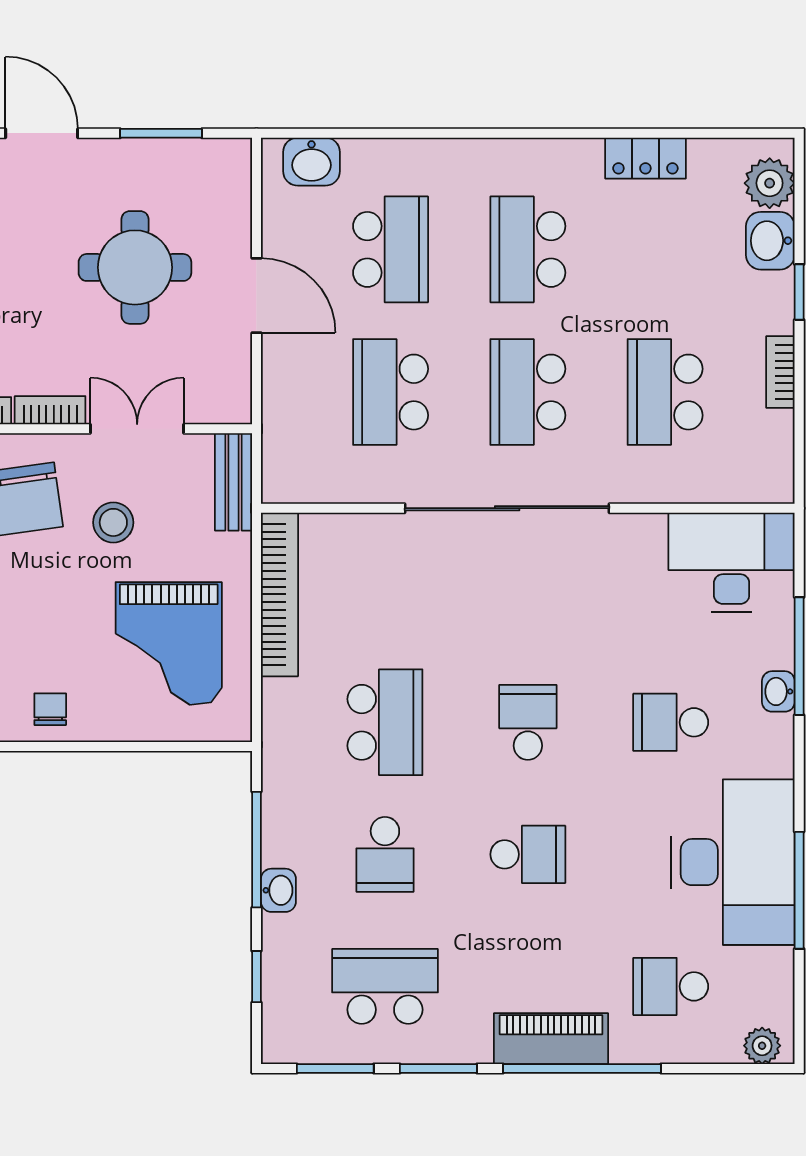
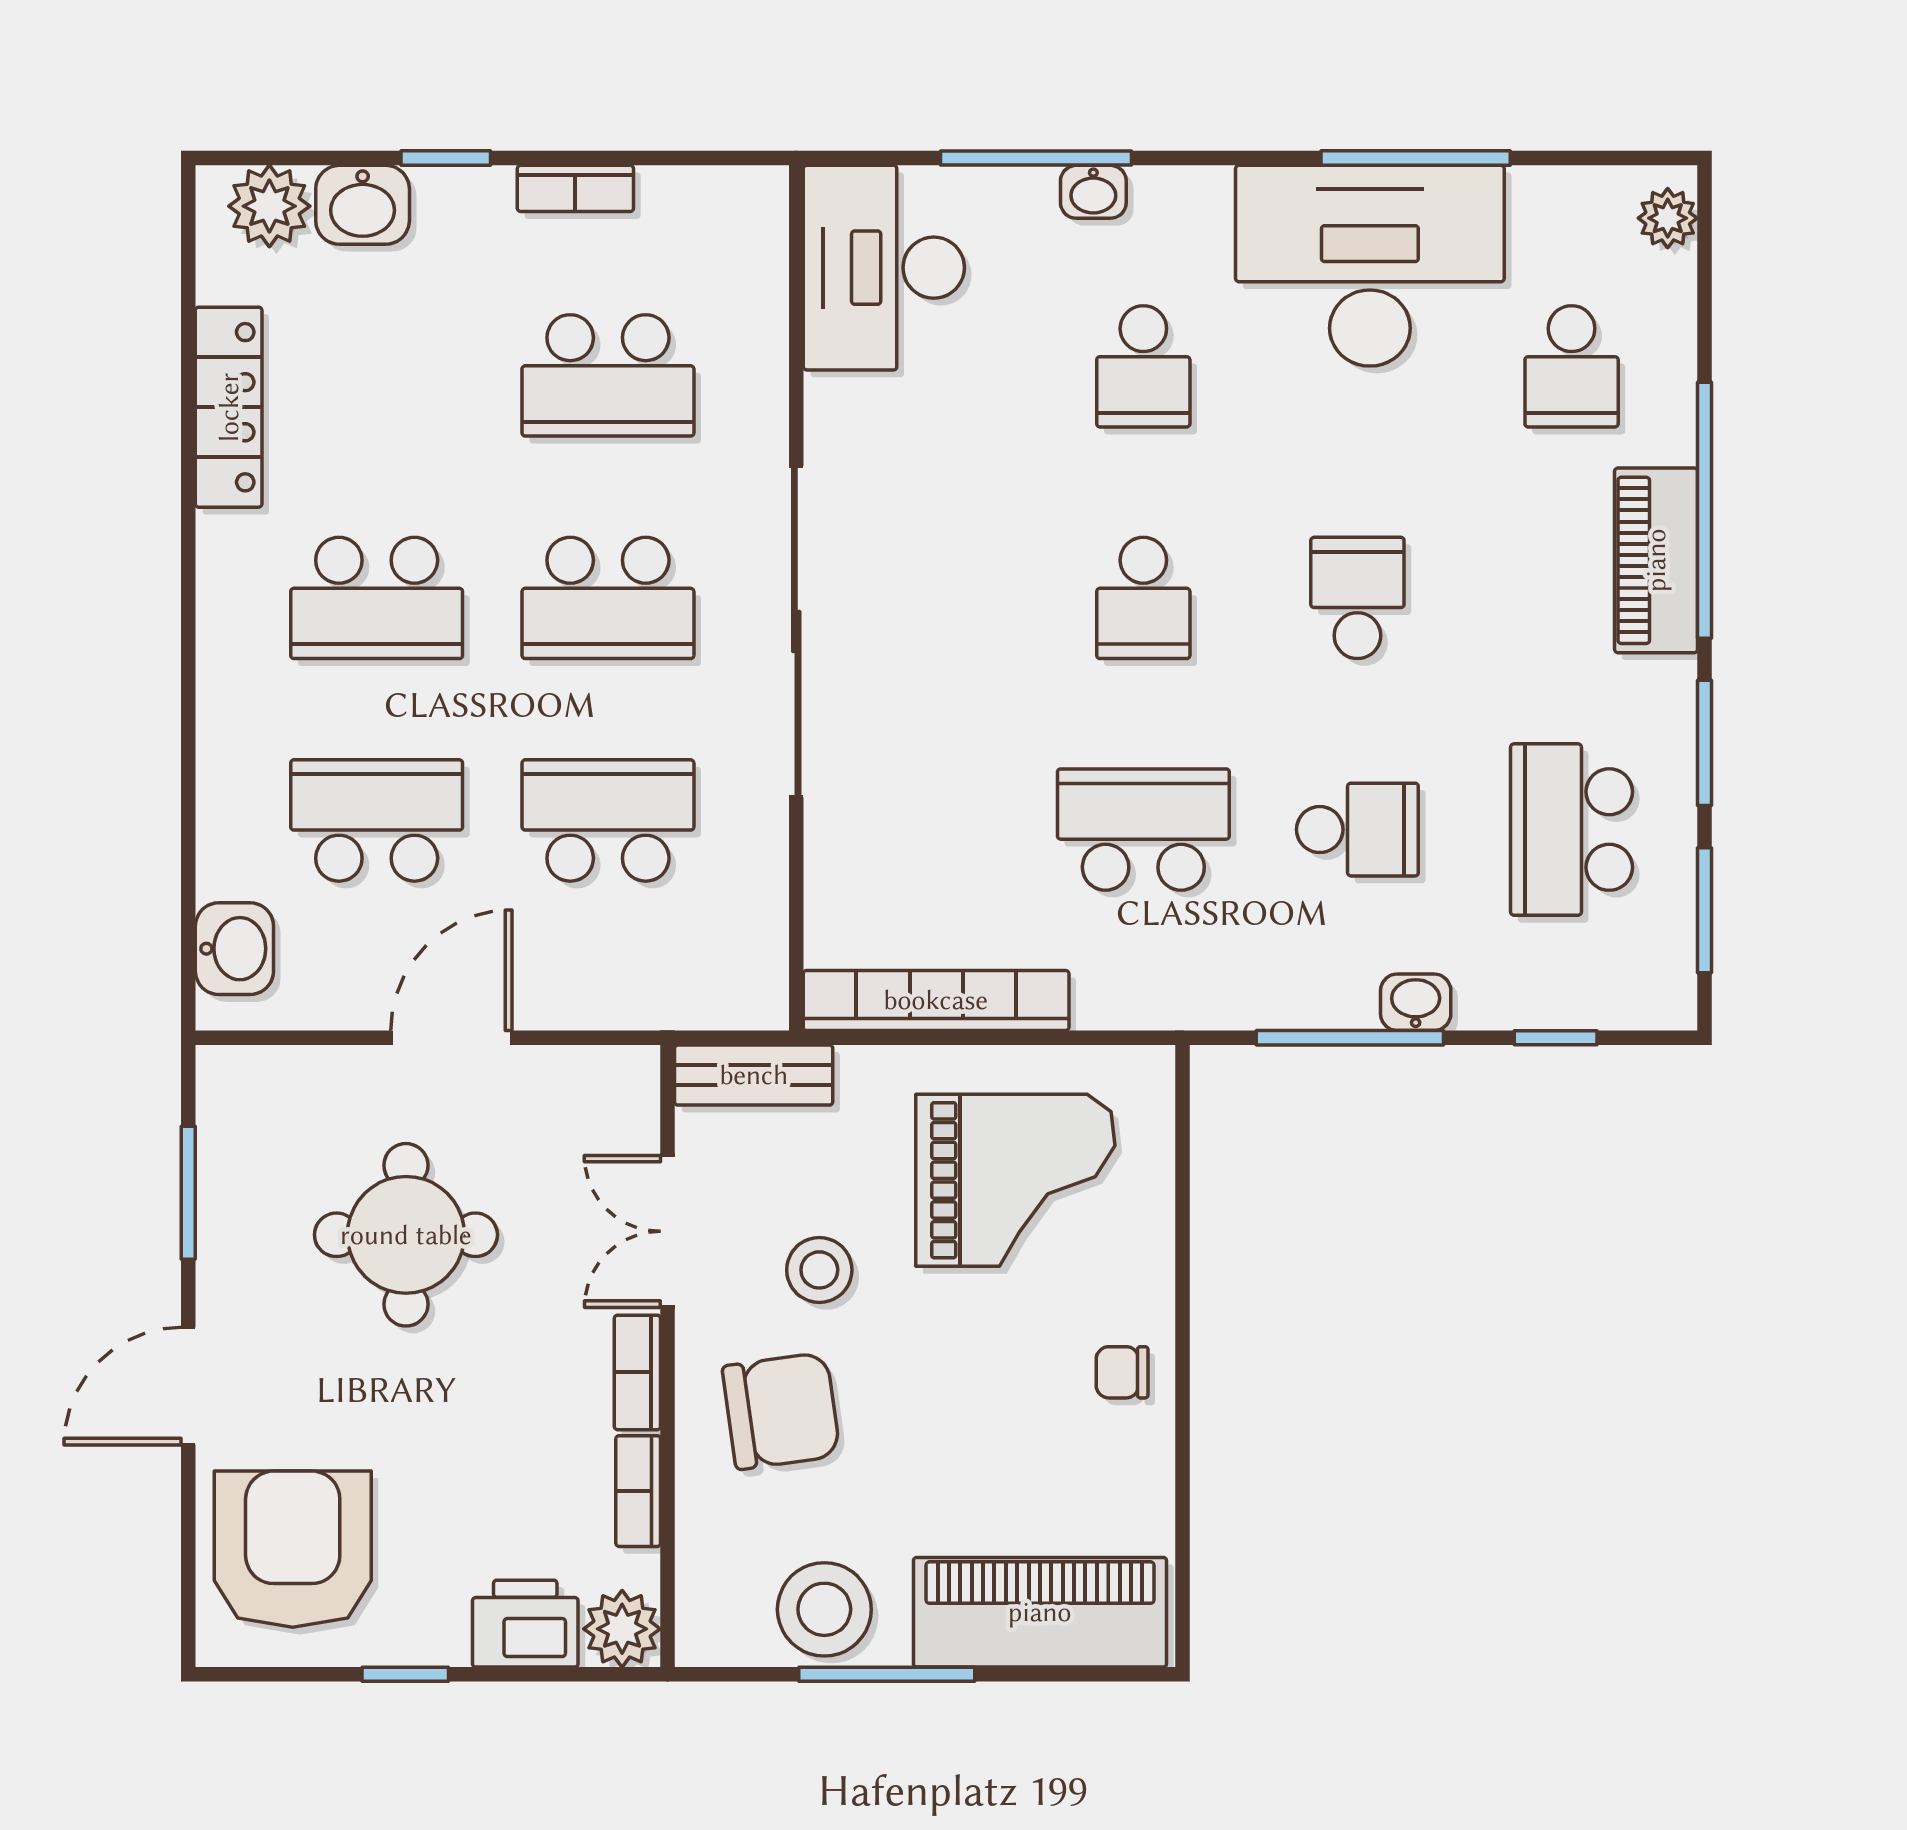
locker: (645, 158) -> (229, 407), width x1.53
school desk: (391, 392) -> (608, 820), turned 180
school desk: (528, 722) -> (1143, 598), turned -90

